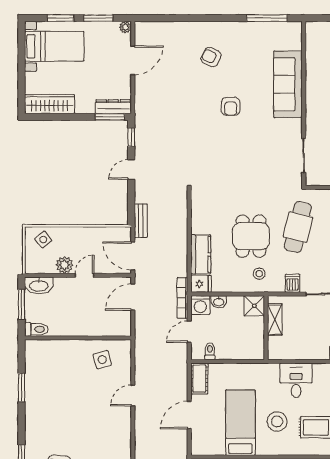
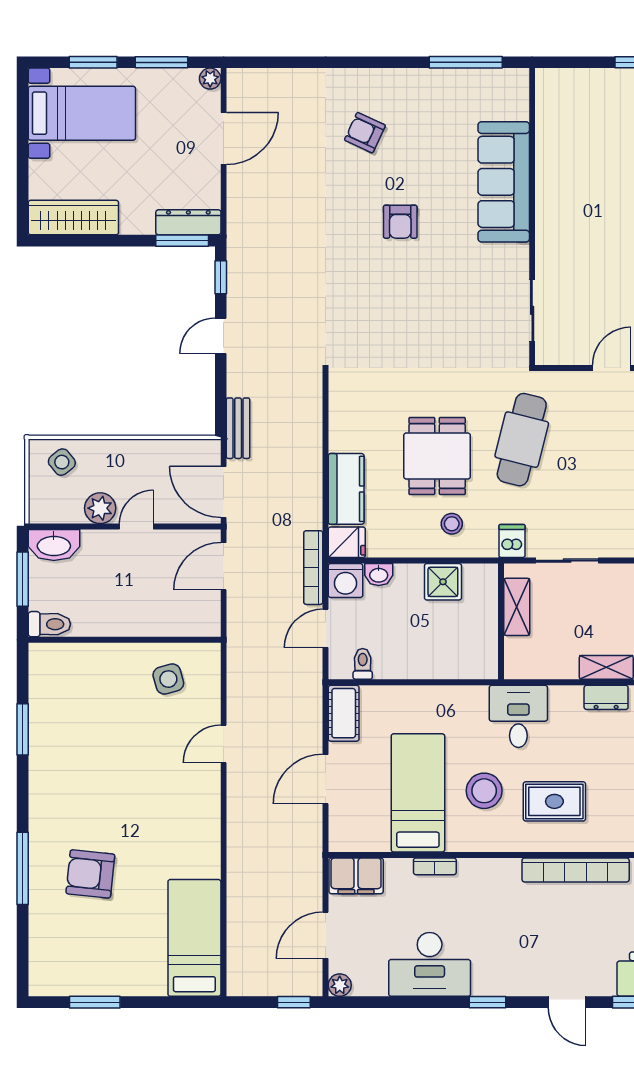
shelving: (275, 320) -> (517, 607), moved
wall: (266, 328) -> (501, 621), moved

